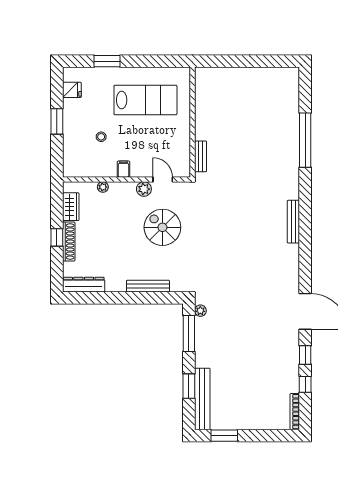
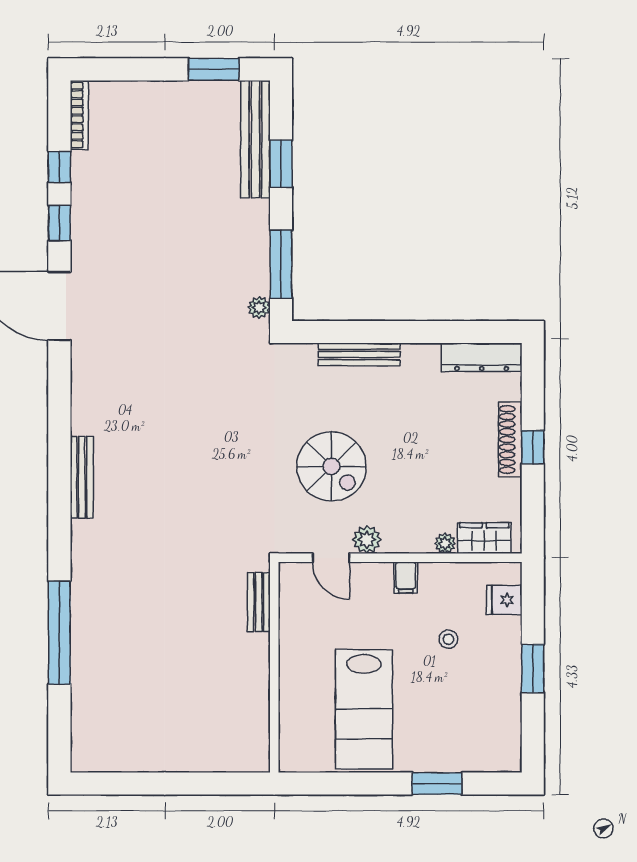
fridge: (72, 90) -> (504, 600), moved
lab bench: (145, 100) -> (364, 709), turned -90
wardrobe: (71, 207) -> (484, 538), moved, turned 90

